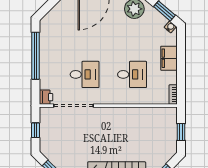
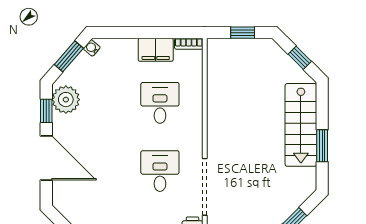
filing cabinet: (169, 58) -> (156, 50), moved

